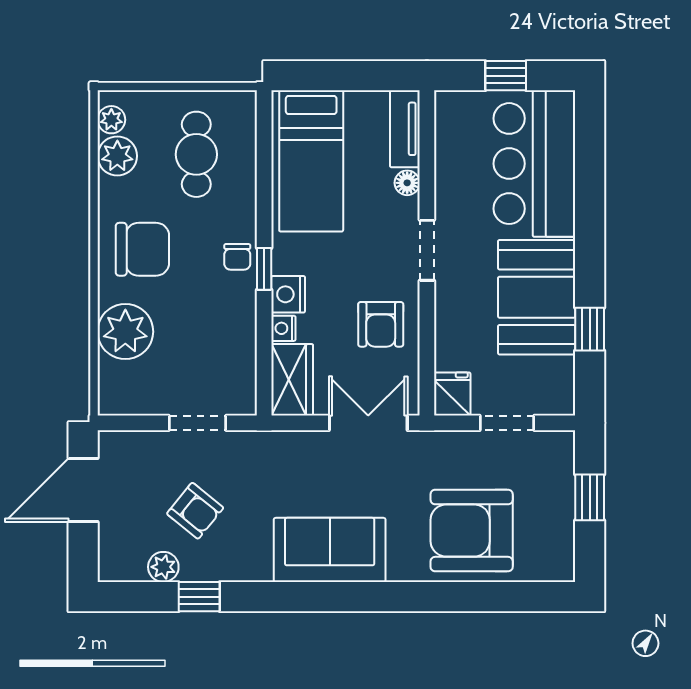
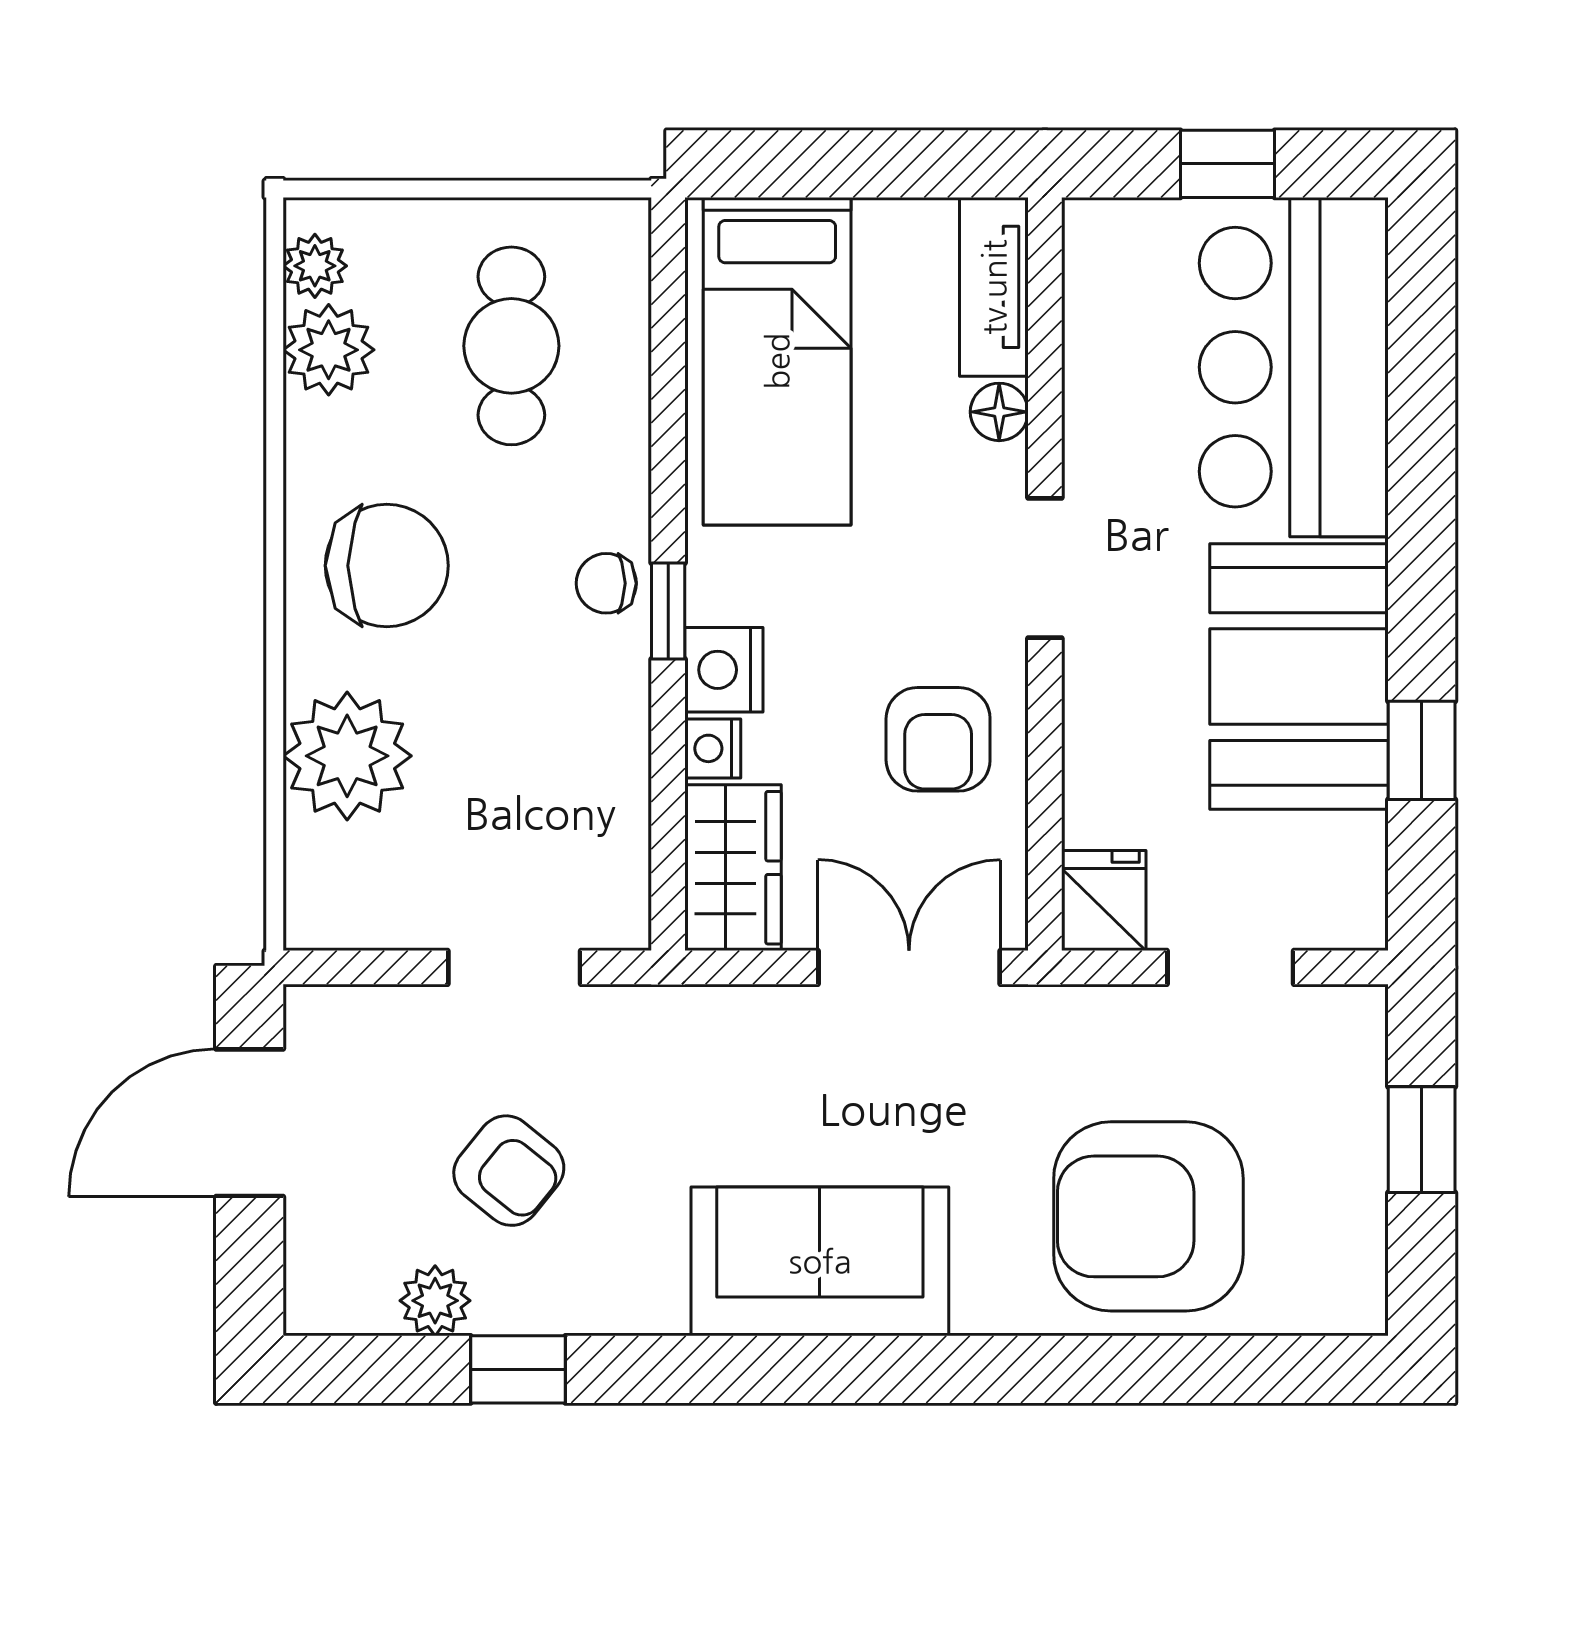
chair: (237, 257) -> (606, 583), turned 90

